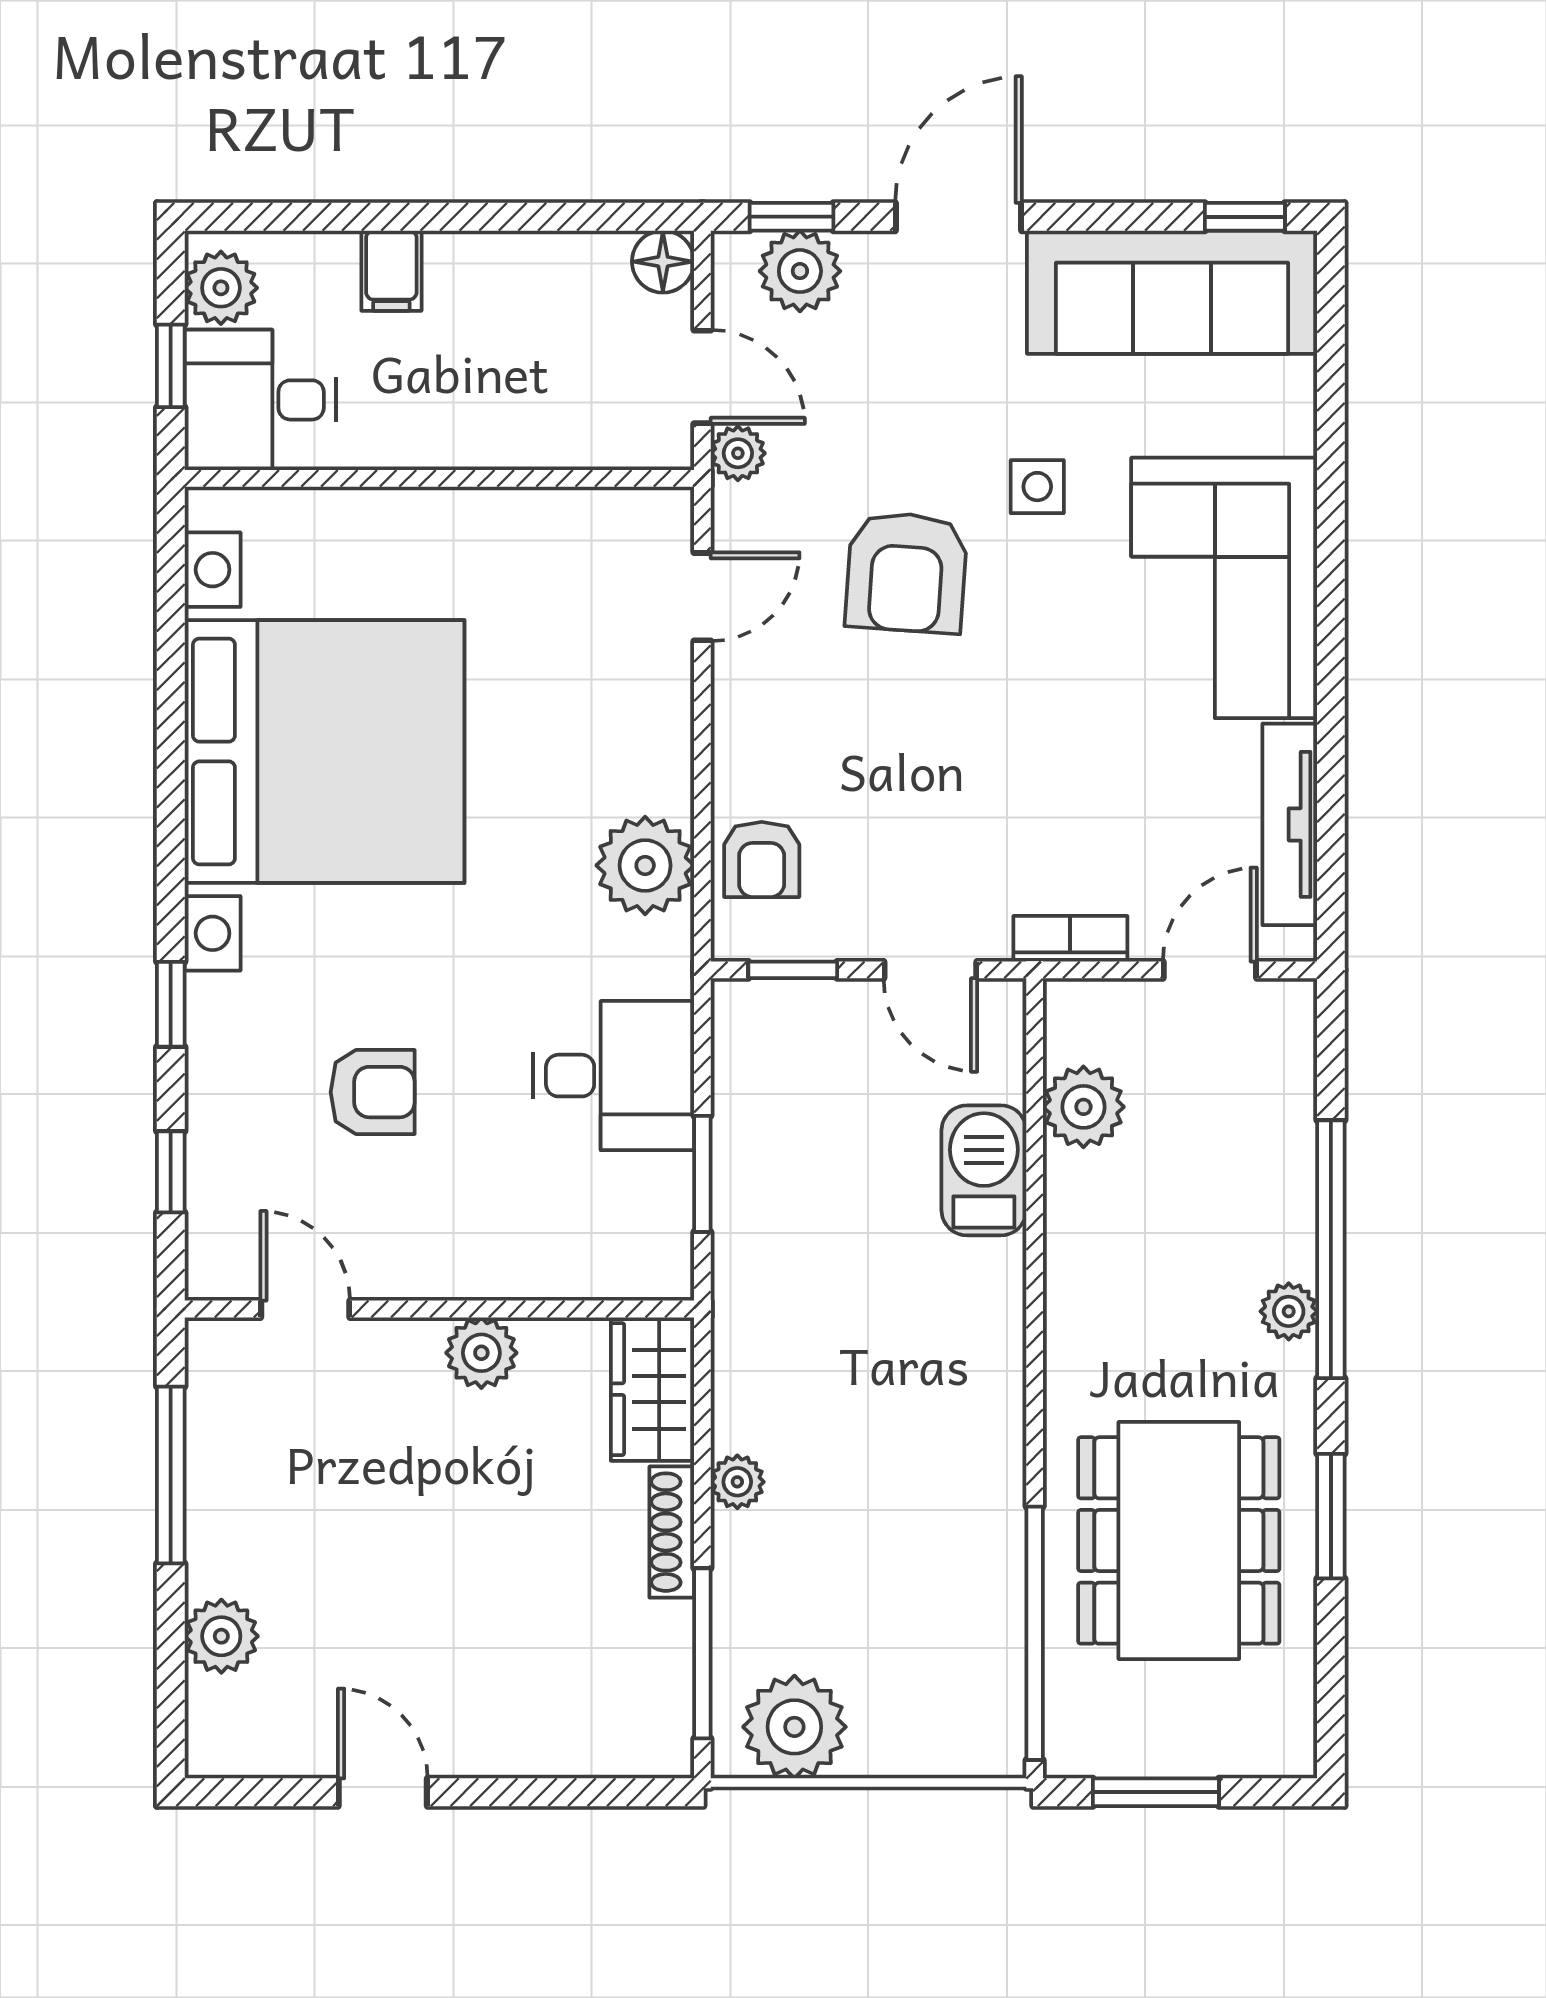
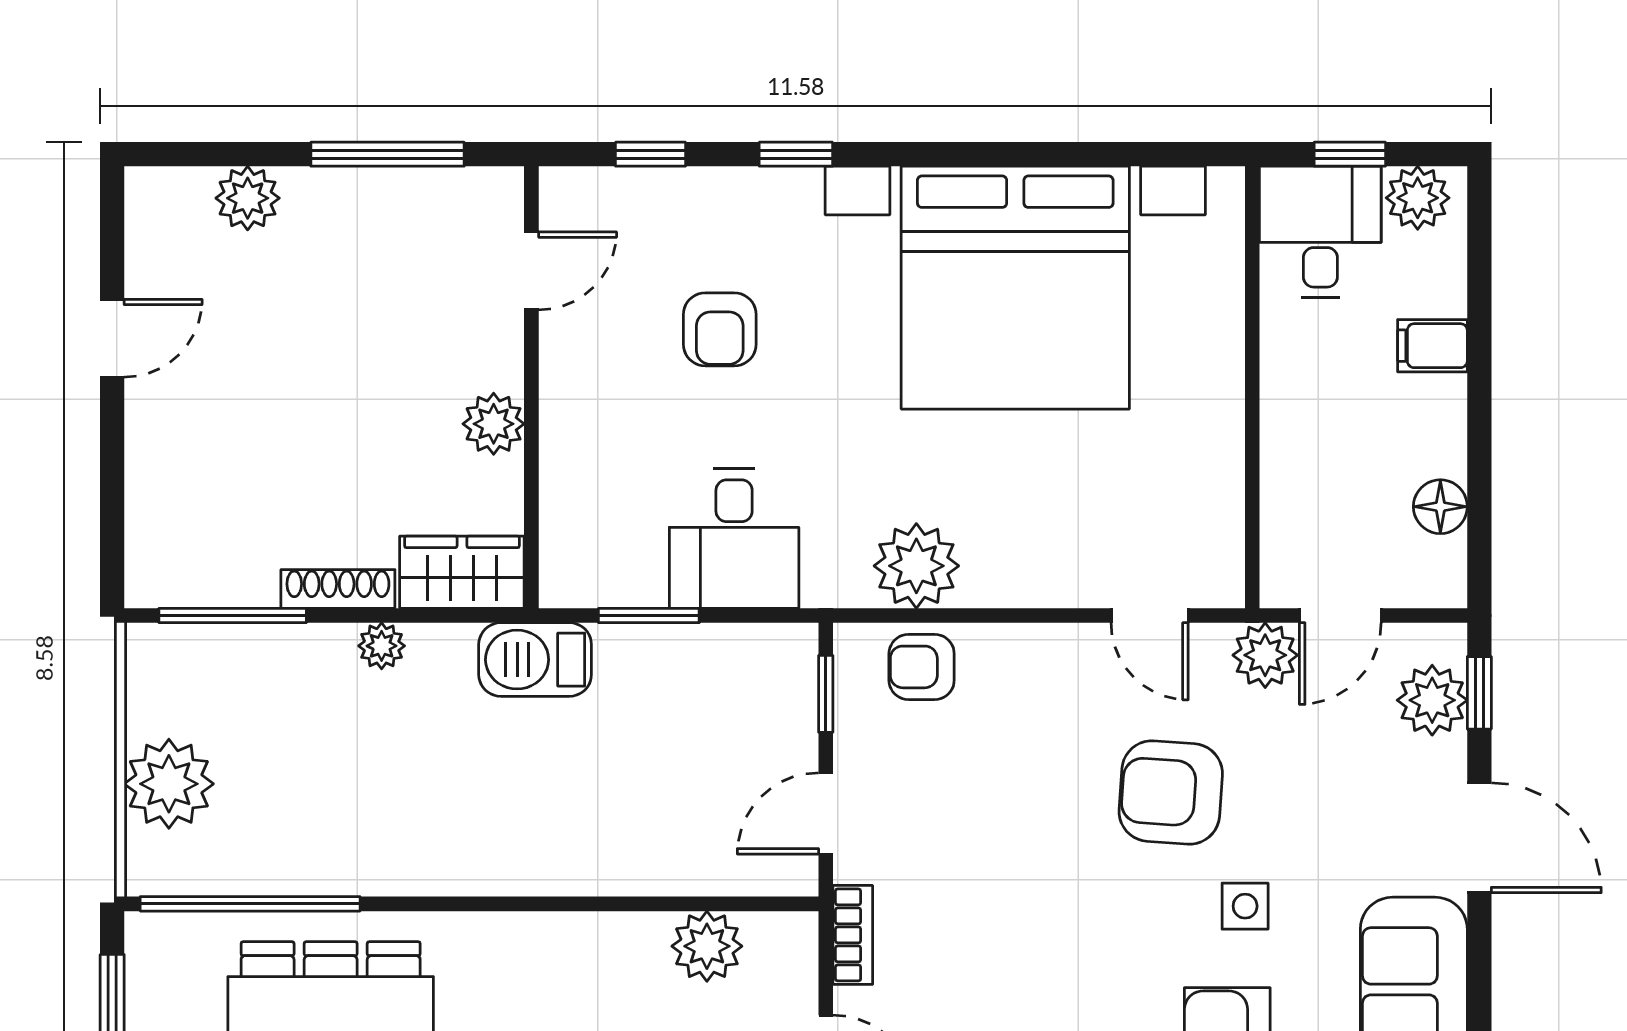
floor lamp: (663, 262) -> (1440, 507), moved
plant: (738, 453) -> (1265, 655), width x1.38, depth x1.38
barbecue: (984, 1170) -> (535, 660), moved, turned 180
plant: (794, 1727) -> (169, 784), moved

